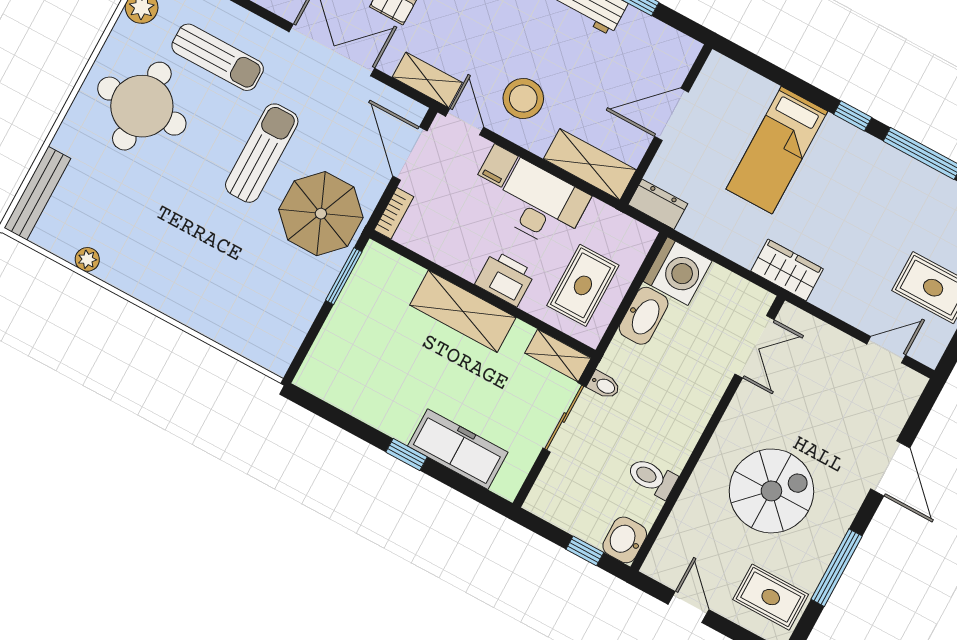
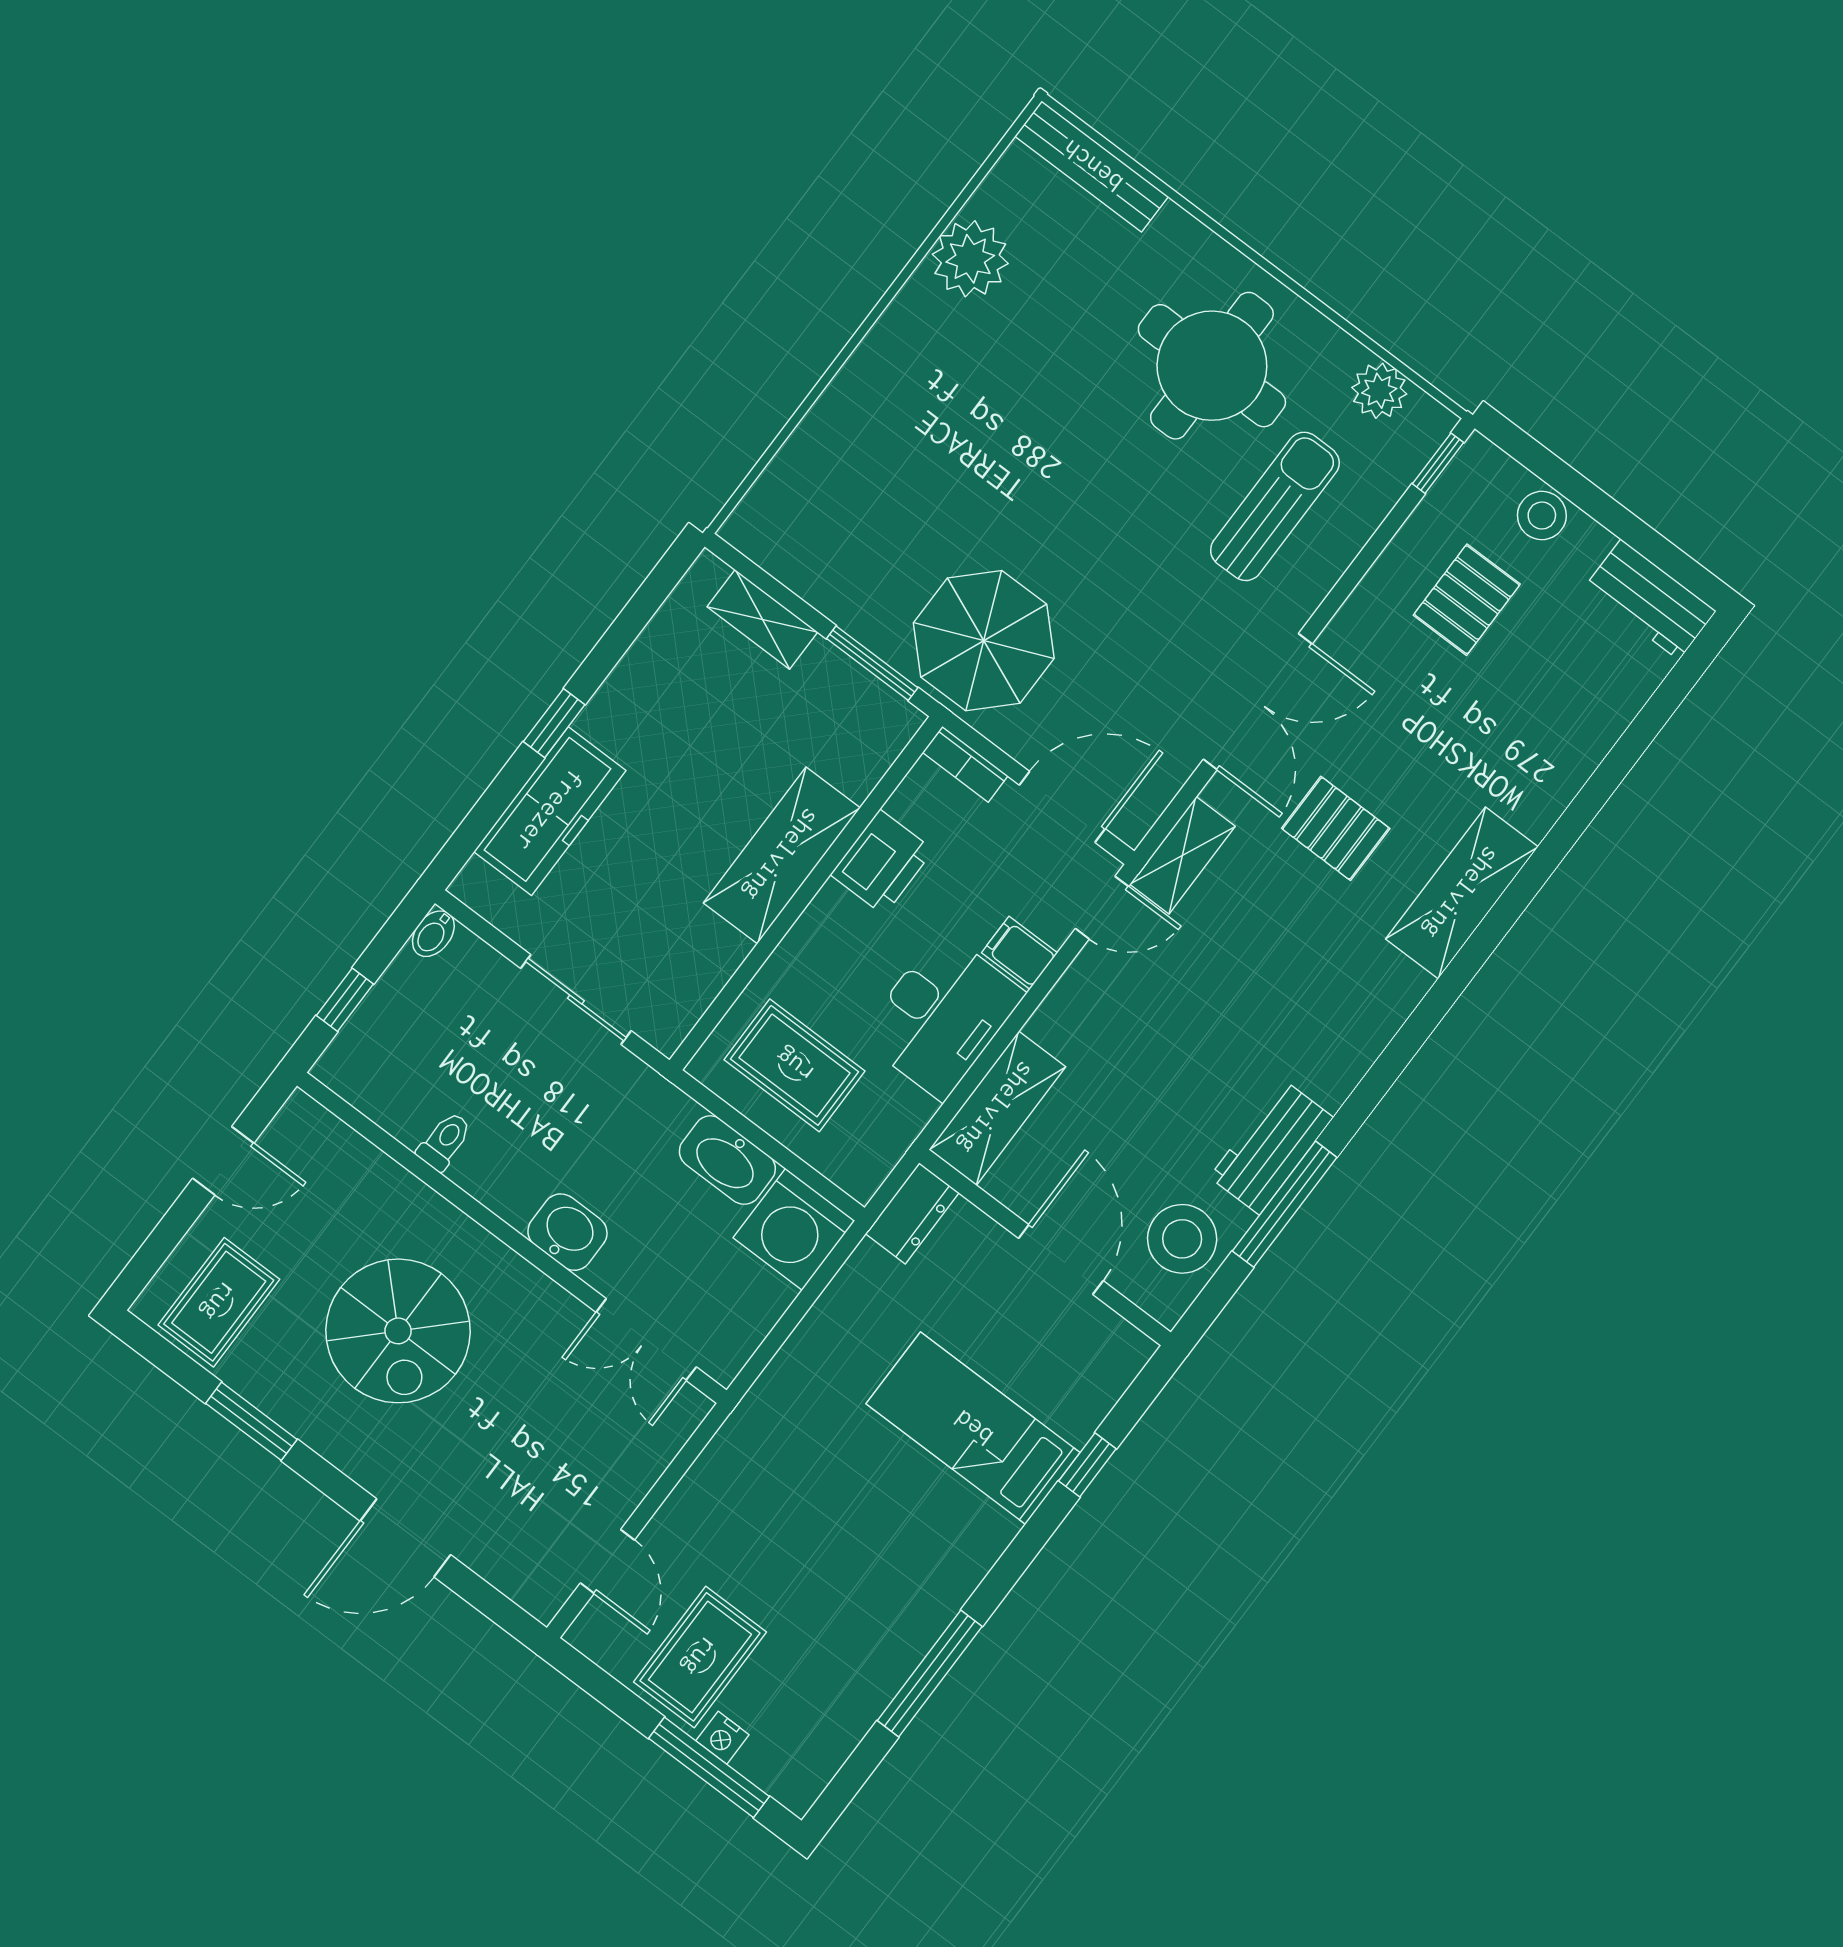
sun lounger: (218, 57) -> (1275, 506), turned 180
stool: (523, 98) -> (1182, 1239), moved
window: (853, 116) -> (1087, 1465), moved
sun lounger: (262, 153) -> (1101, 556), removed
plant: (87, 259) -> (970, 259), width x1.87, depth x1.87
wardrobe: (787, 270) -> (768, 1415), removed
printer: (505, 278) -> (882, 862), moved
shelving: (558, 356) -> (762, 619), moved, turned 90
bidet: (604, 385) -> (433, 934), moved
toilet: (652, 478) -> (445, 1141), width x0.73, depth x0.72
washbasin: (625, 540) -> (567, 1232), moved
window: (837, 568) -> (251, 1421), width x0.69

